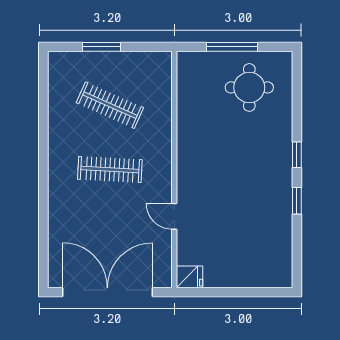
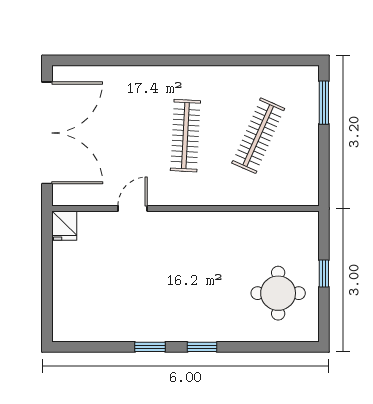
window: (102, 47) -> (324, 103), moved
window: (232, 47) -> (324, 274), width x0.46

